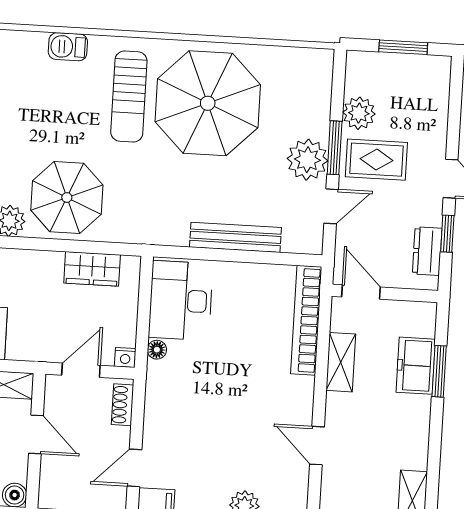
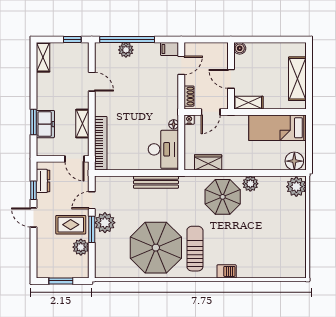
bench: (235, 237) -> (156, 182), moved

